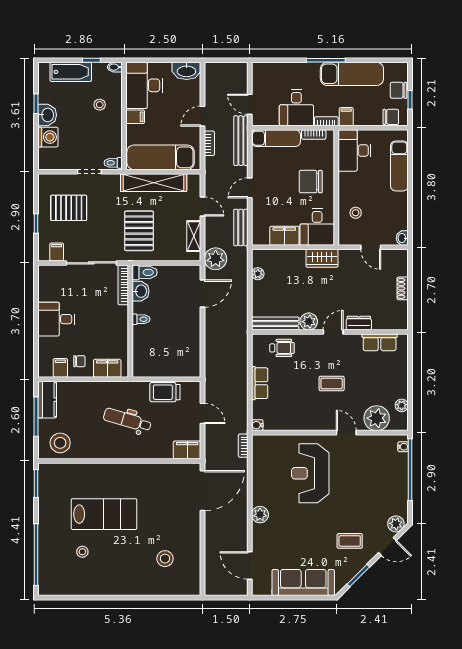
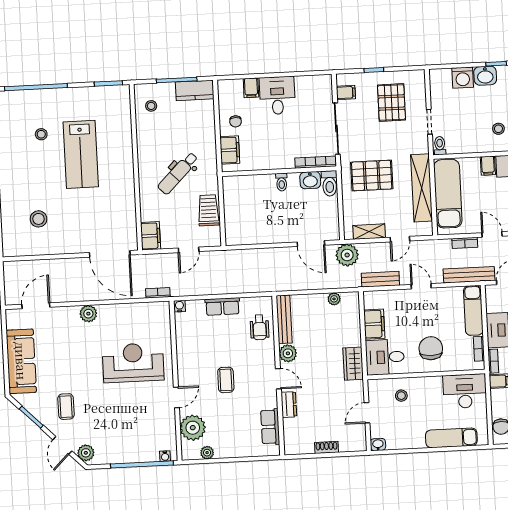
filing cabinet: (60, 368) -> (251, 88), moved, turned 90
dental chair: (127, 420) -> (178, 173), turned -151
stool: (60, 443) -> (151, 106), width x0.53, depth x0.53

